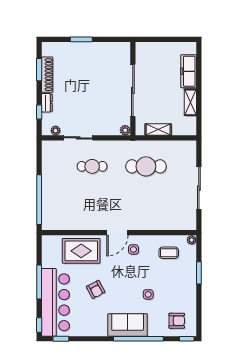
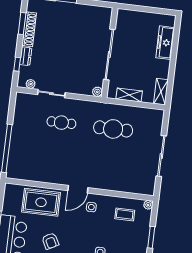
shelving: (190, 102) -> (161, 92), moved

